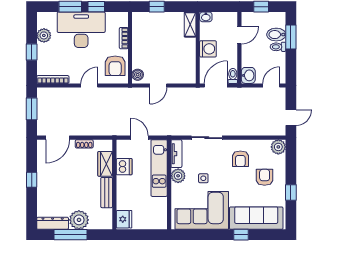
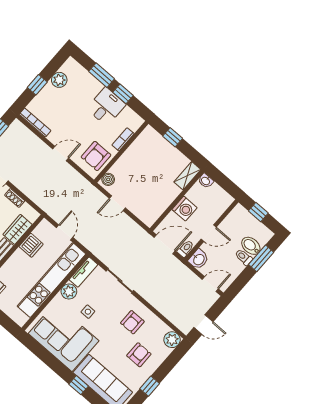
desk: (81, 30) -> (106, 107), width x0.53, depth x0.77
door: (239, 35) -> (209, 233), moved
kitchen unit: (159, 168) -> (51, 280), width x1.36

